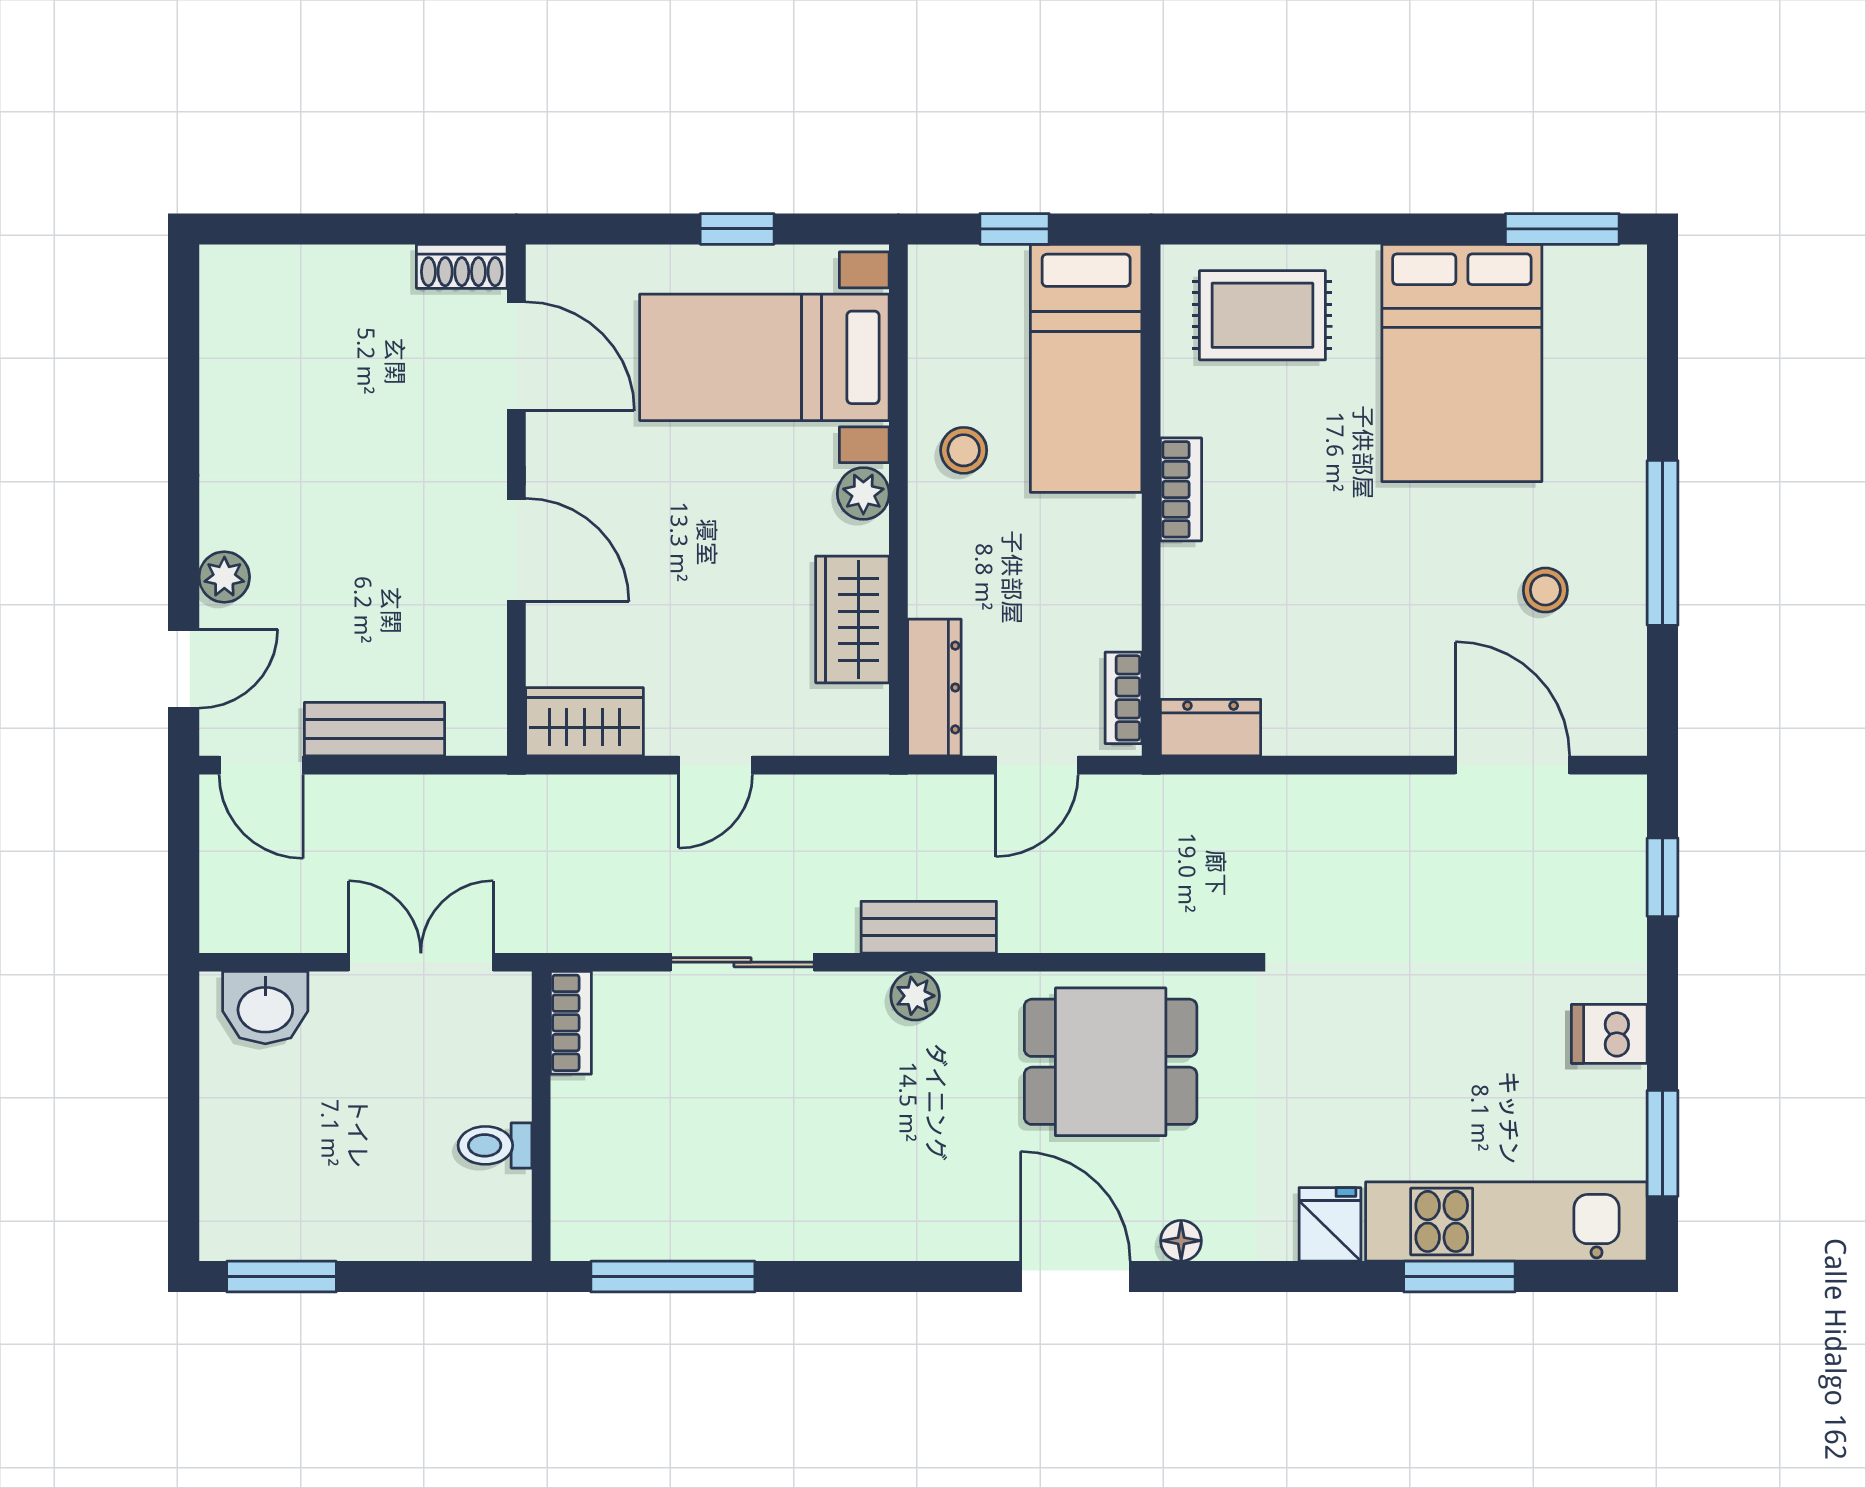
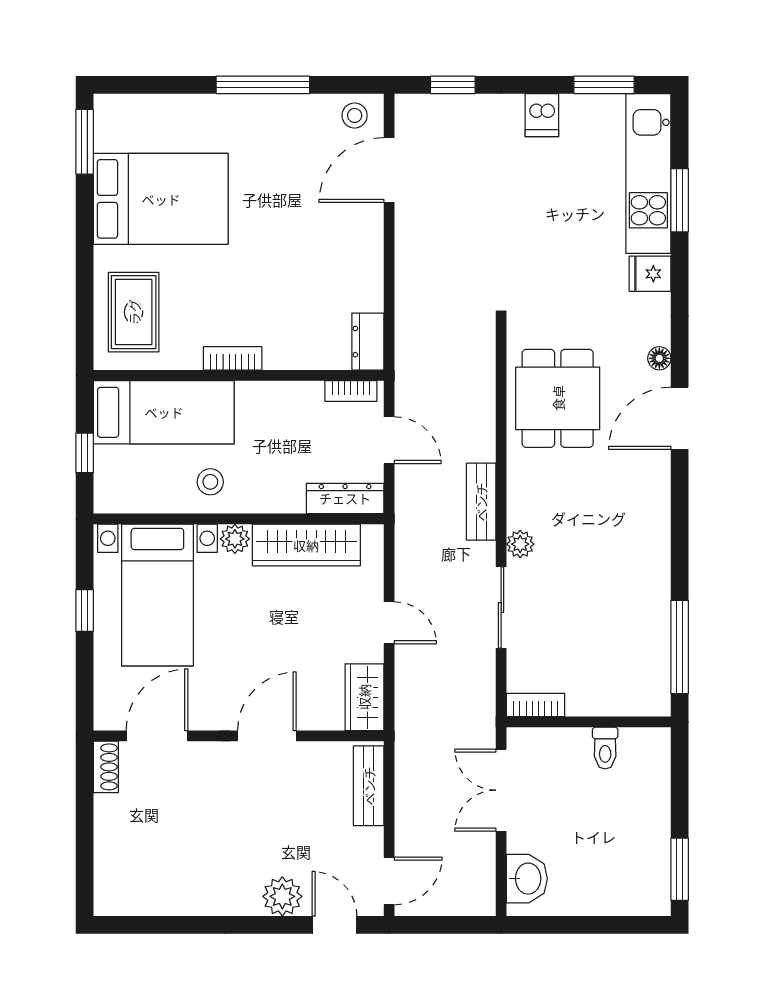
plant: (224, 577) -> (282, 896), width x1.38, depth x1.38
stool: (1545, 590) -> (355, 115), moved
wardrobe: (852, 619) -> (306, 545), width x1.50
bench: (374, 729) -> (369, 786), moved
plant: (915, 996) -> (520, 544), moved

